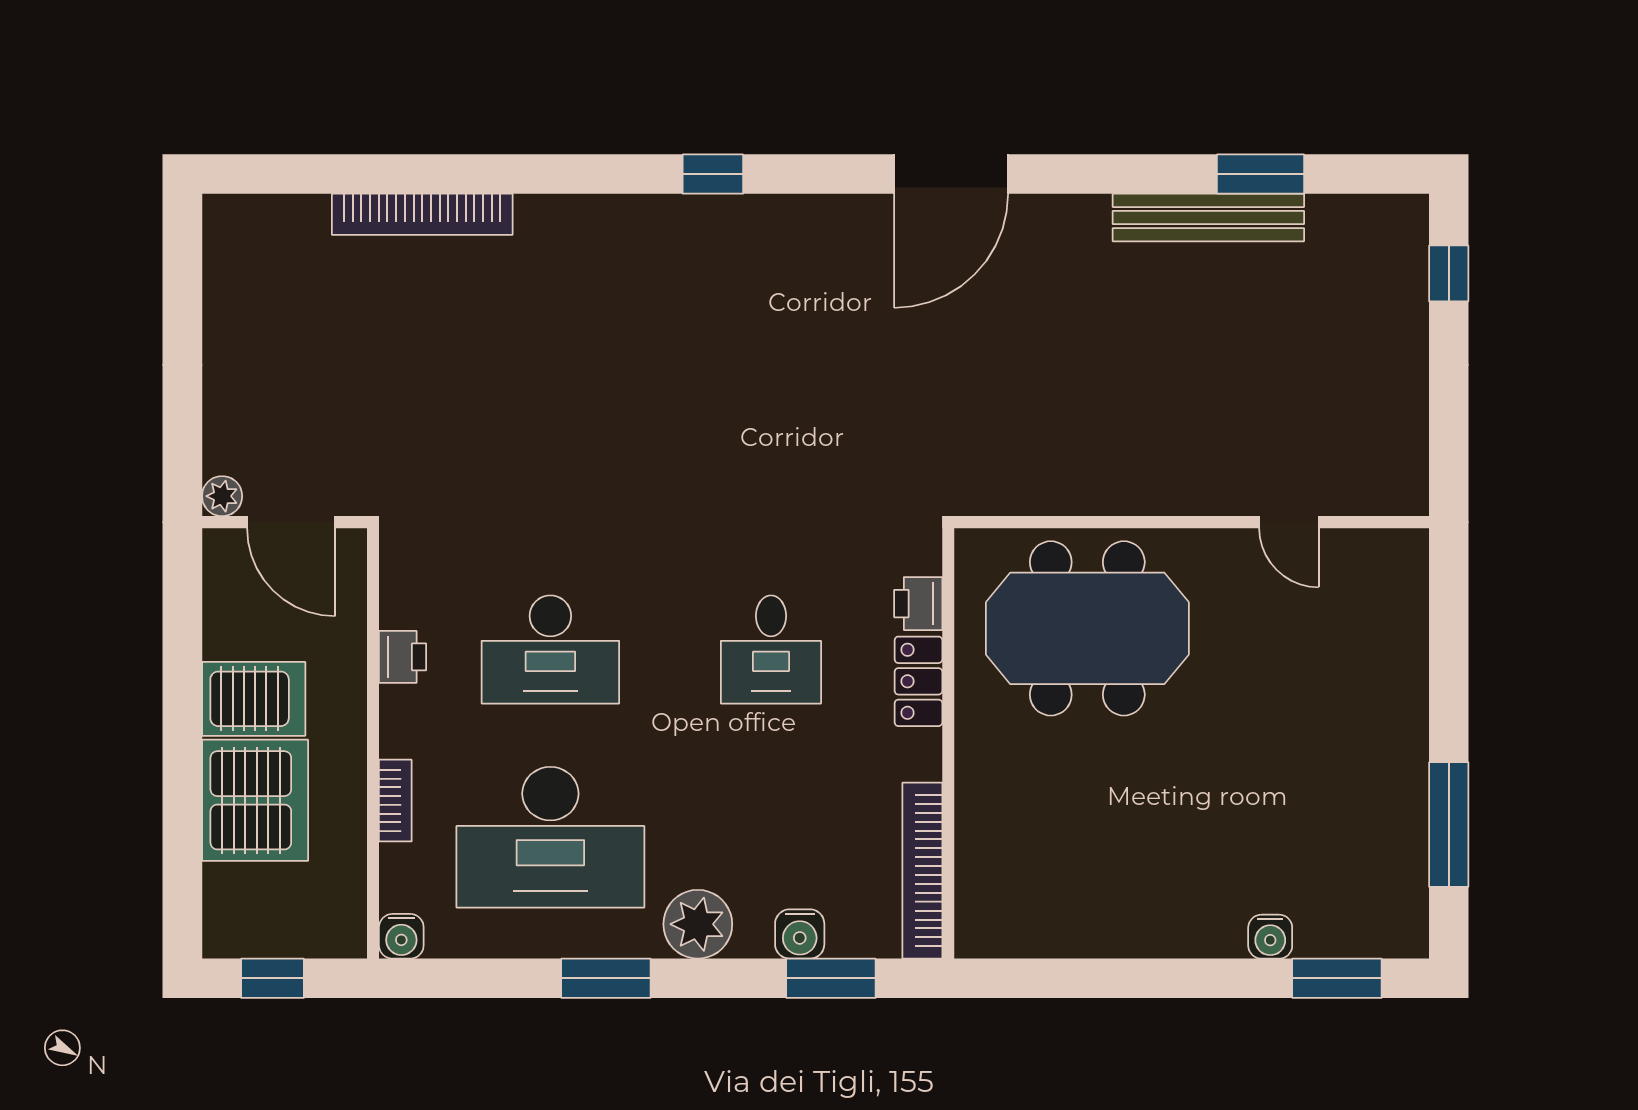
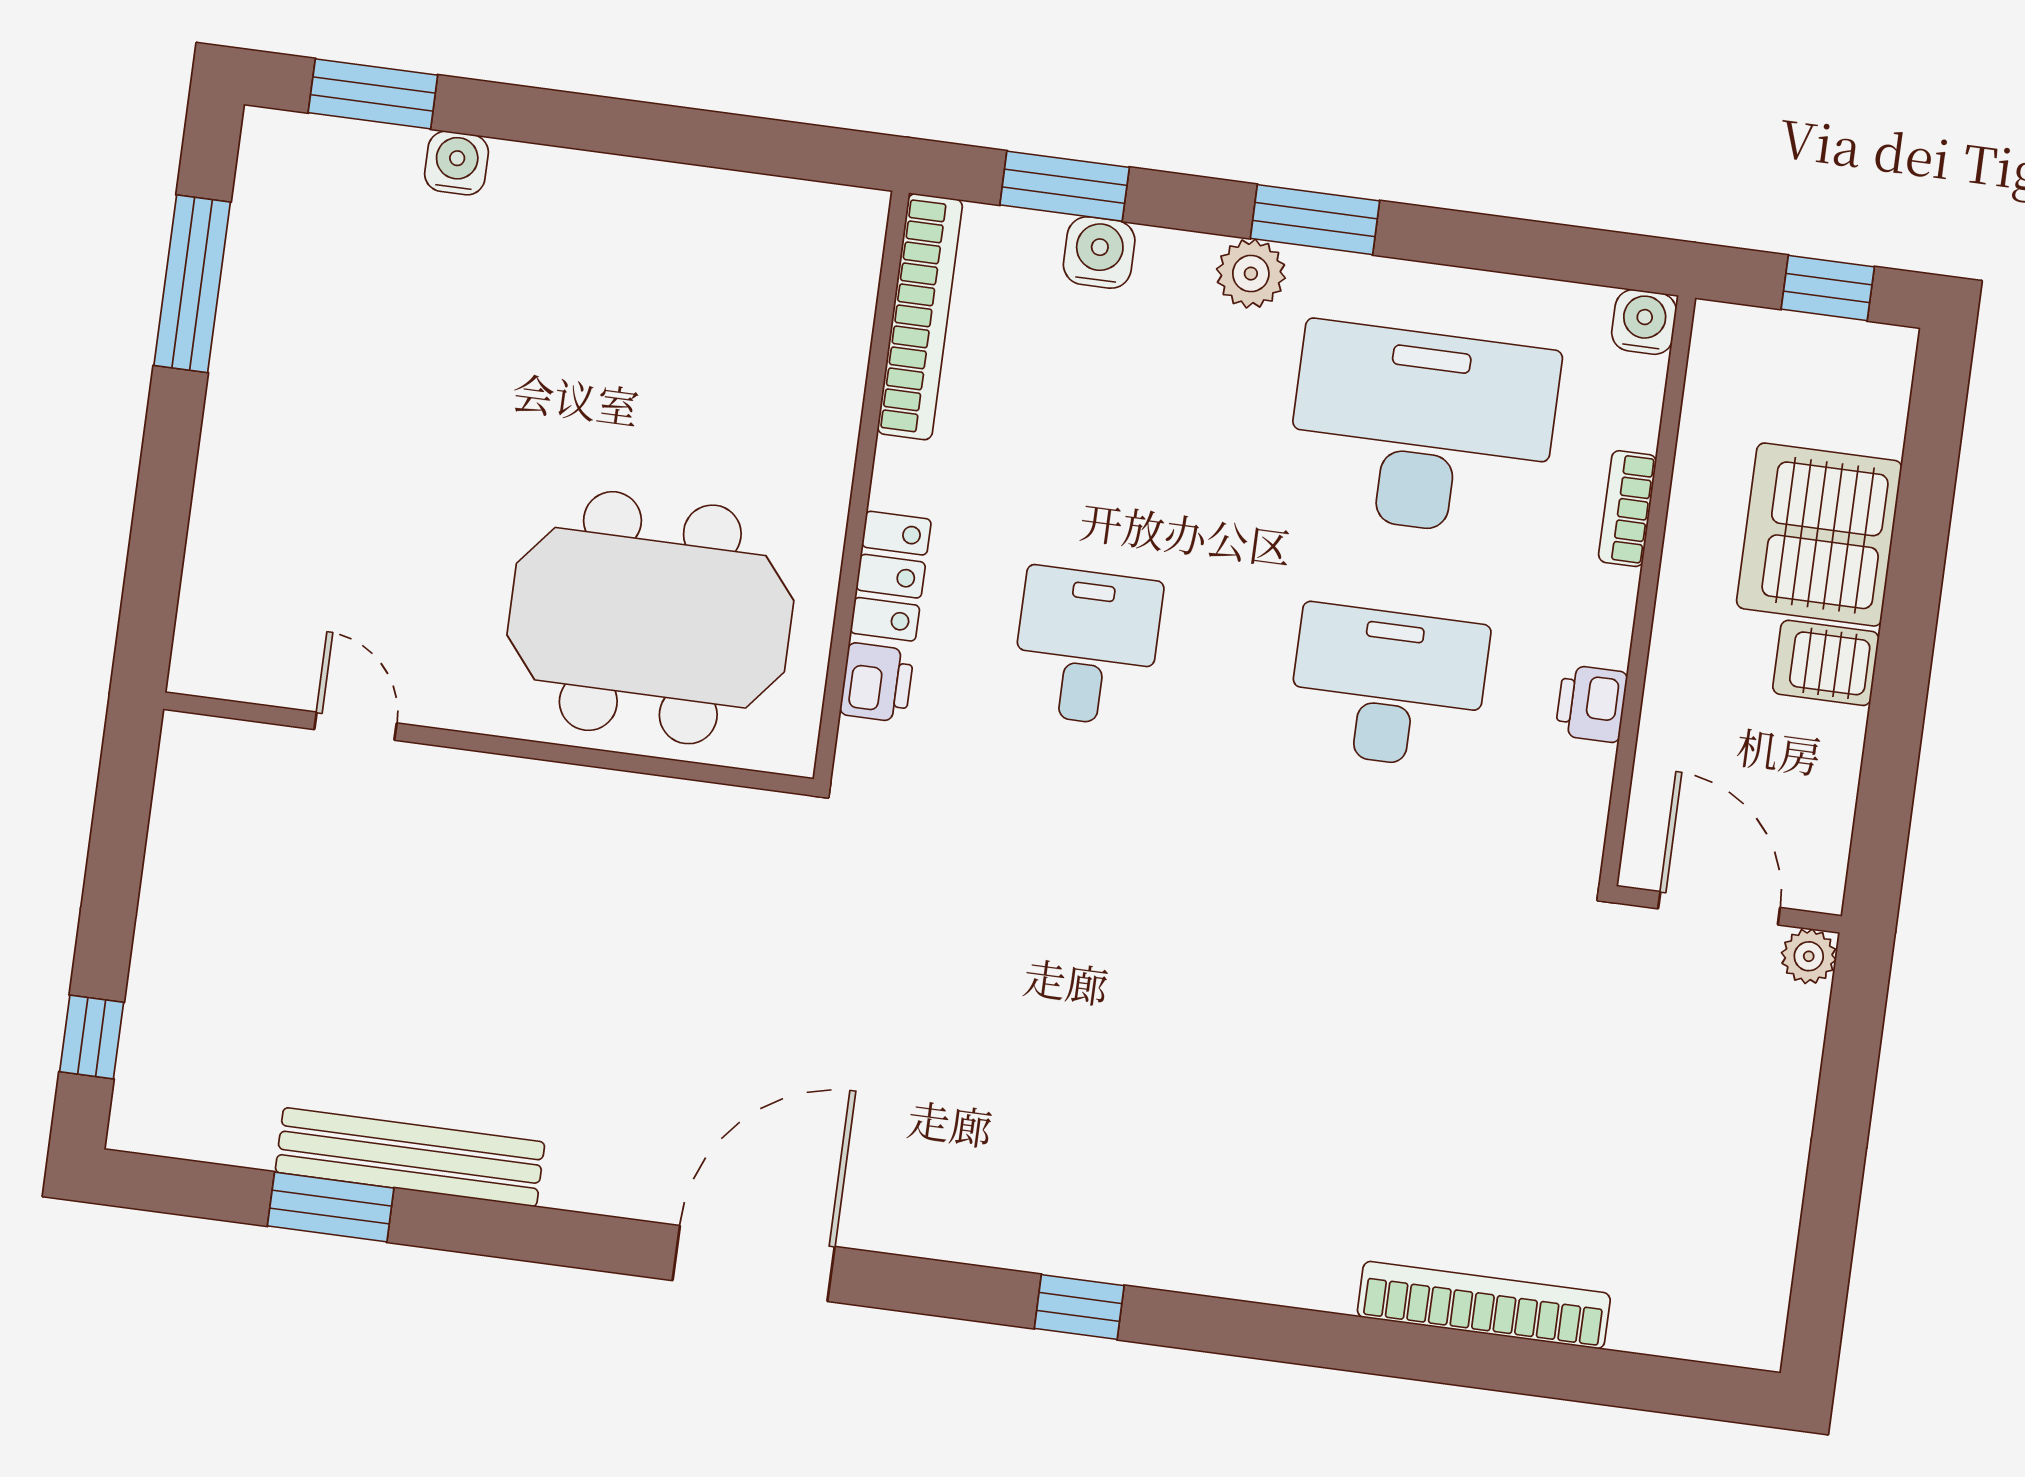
server rack: (254, 699) -> (1826, 663), width x0.73, depth x0.70
plant: (698, 924) -> (1251, 274), width x0.73, depth x0.73
window: (606, 978) -> (1315, 220), moved

